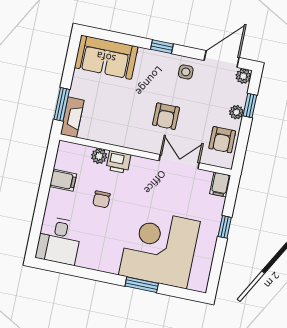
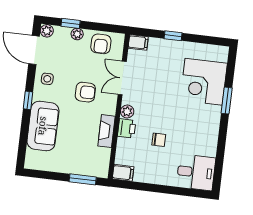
sofa: (106, 57) -> (43, 126), moved
fireplace: (72, 117) -> (107, 131), moved, turned -90
armchair: (222, 140) -> (101, 44), turned 90
plant: (99, 156) -> (127, 111), moved
filing cabinet: (63, 180) -> (123, 173), moved, turned 90
corner desk: (159, 248) -> (204, 82), width x0.74, depth x0.74

